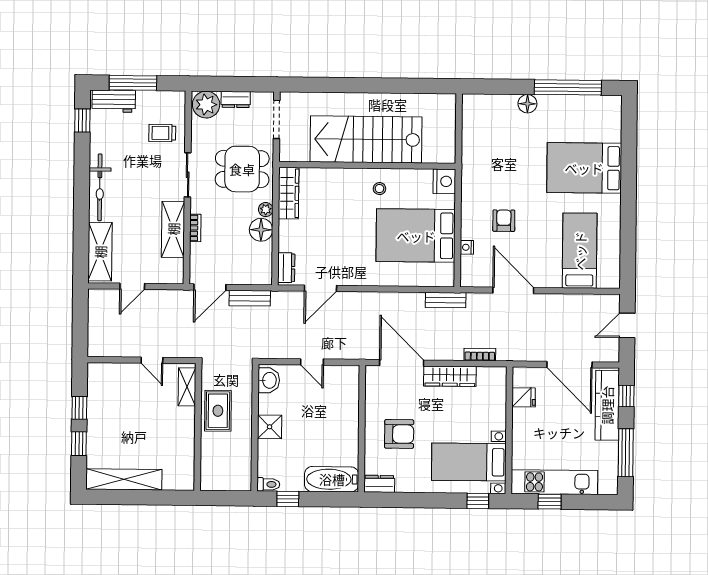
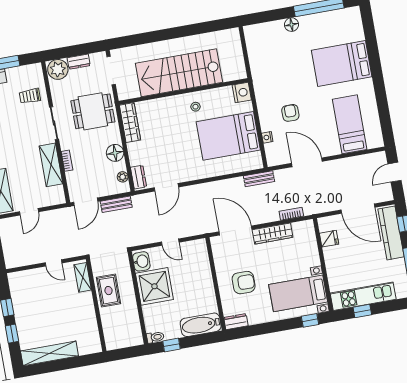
plant: (266, 210) -> (123, 177), moved
shower: (270, 427) -> (154, 286), width x1.86, depth x1.86

